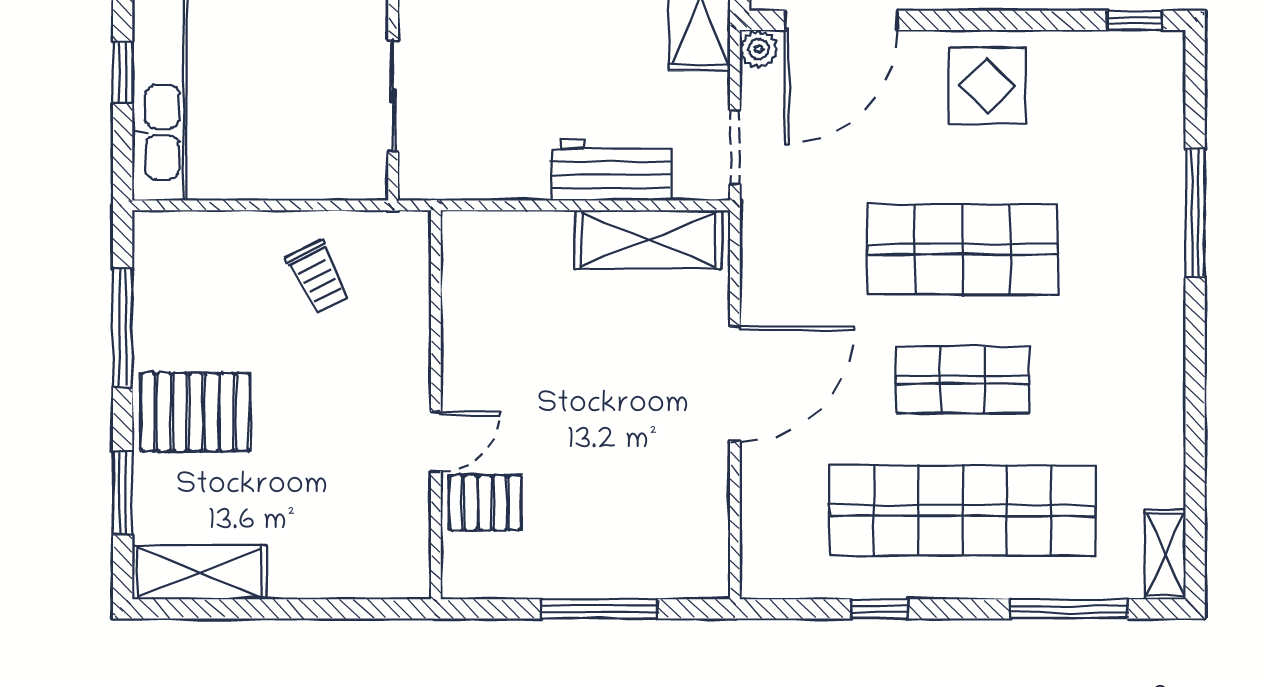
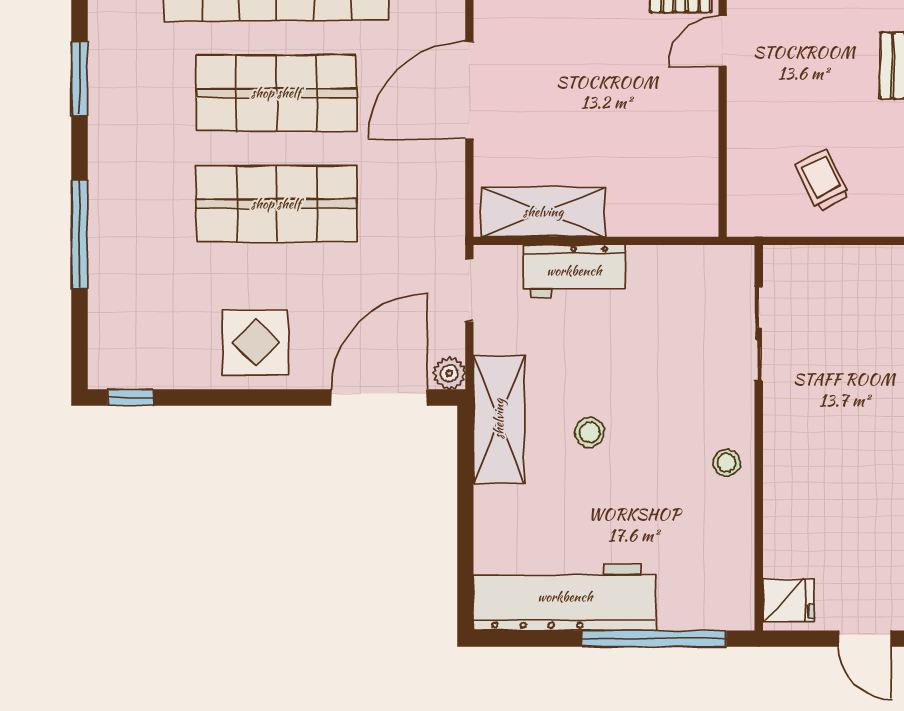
shop shelf: (963, 380) -> (276, 93), width x1.43, depth x1.36
window: (1195, 397) -> (80, 79), added

